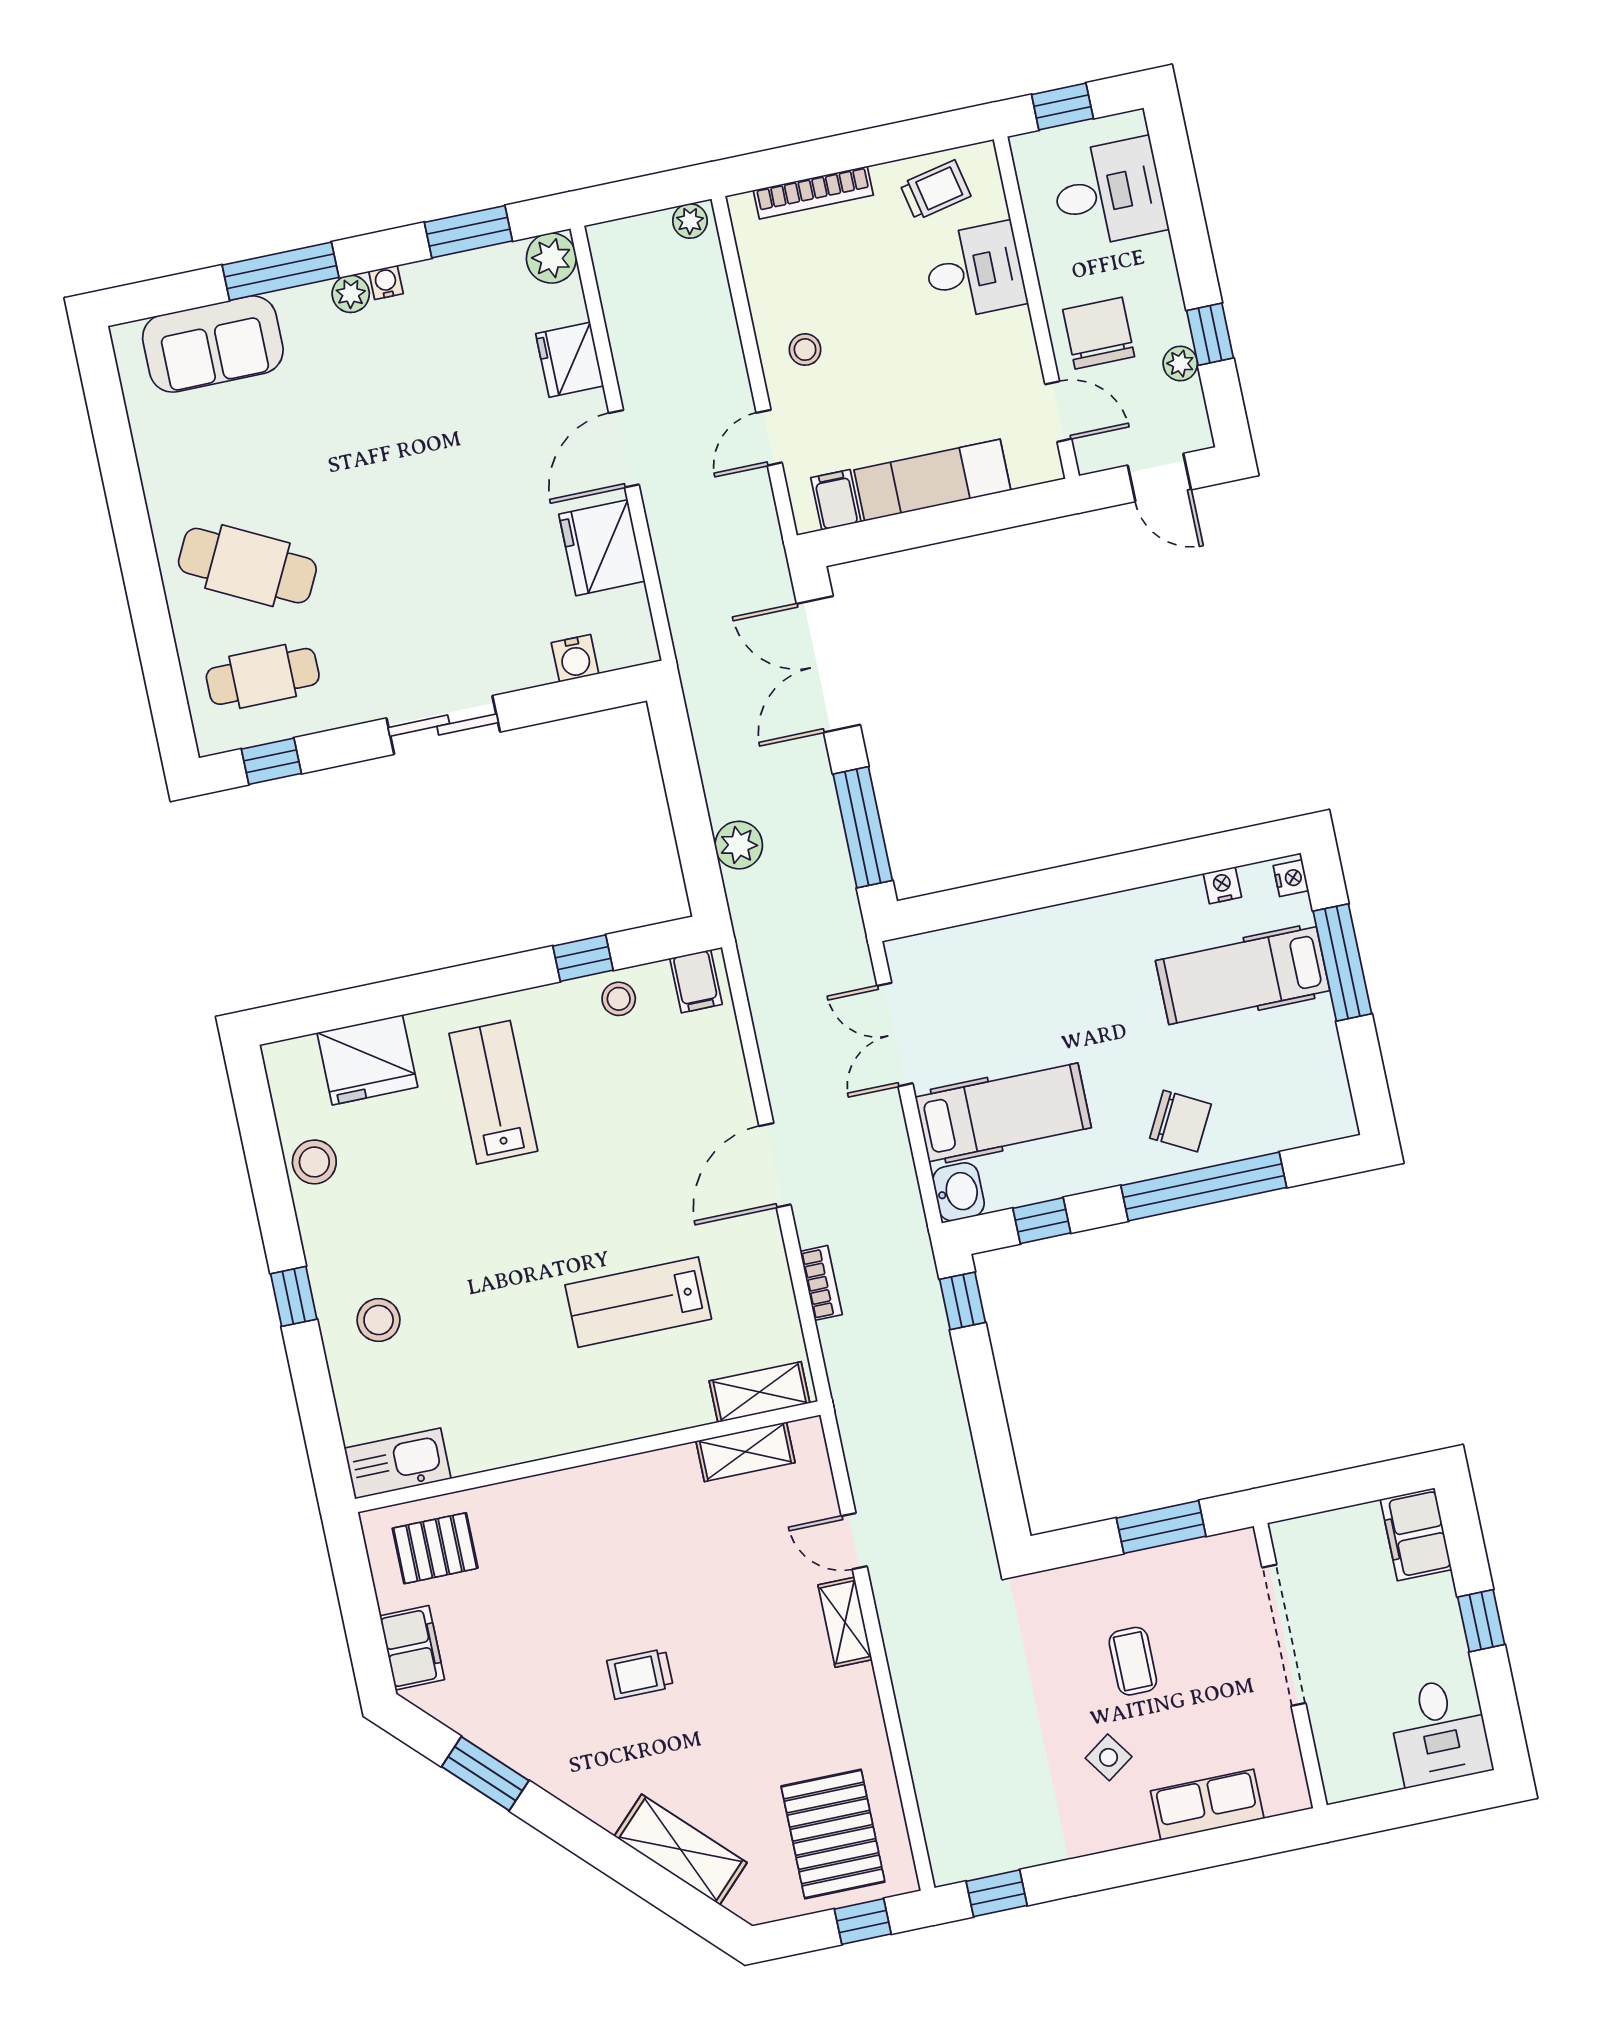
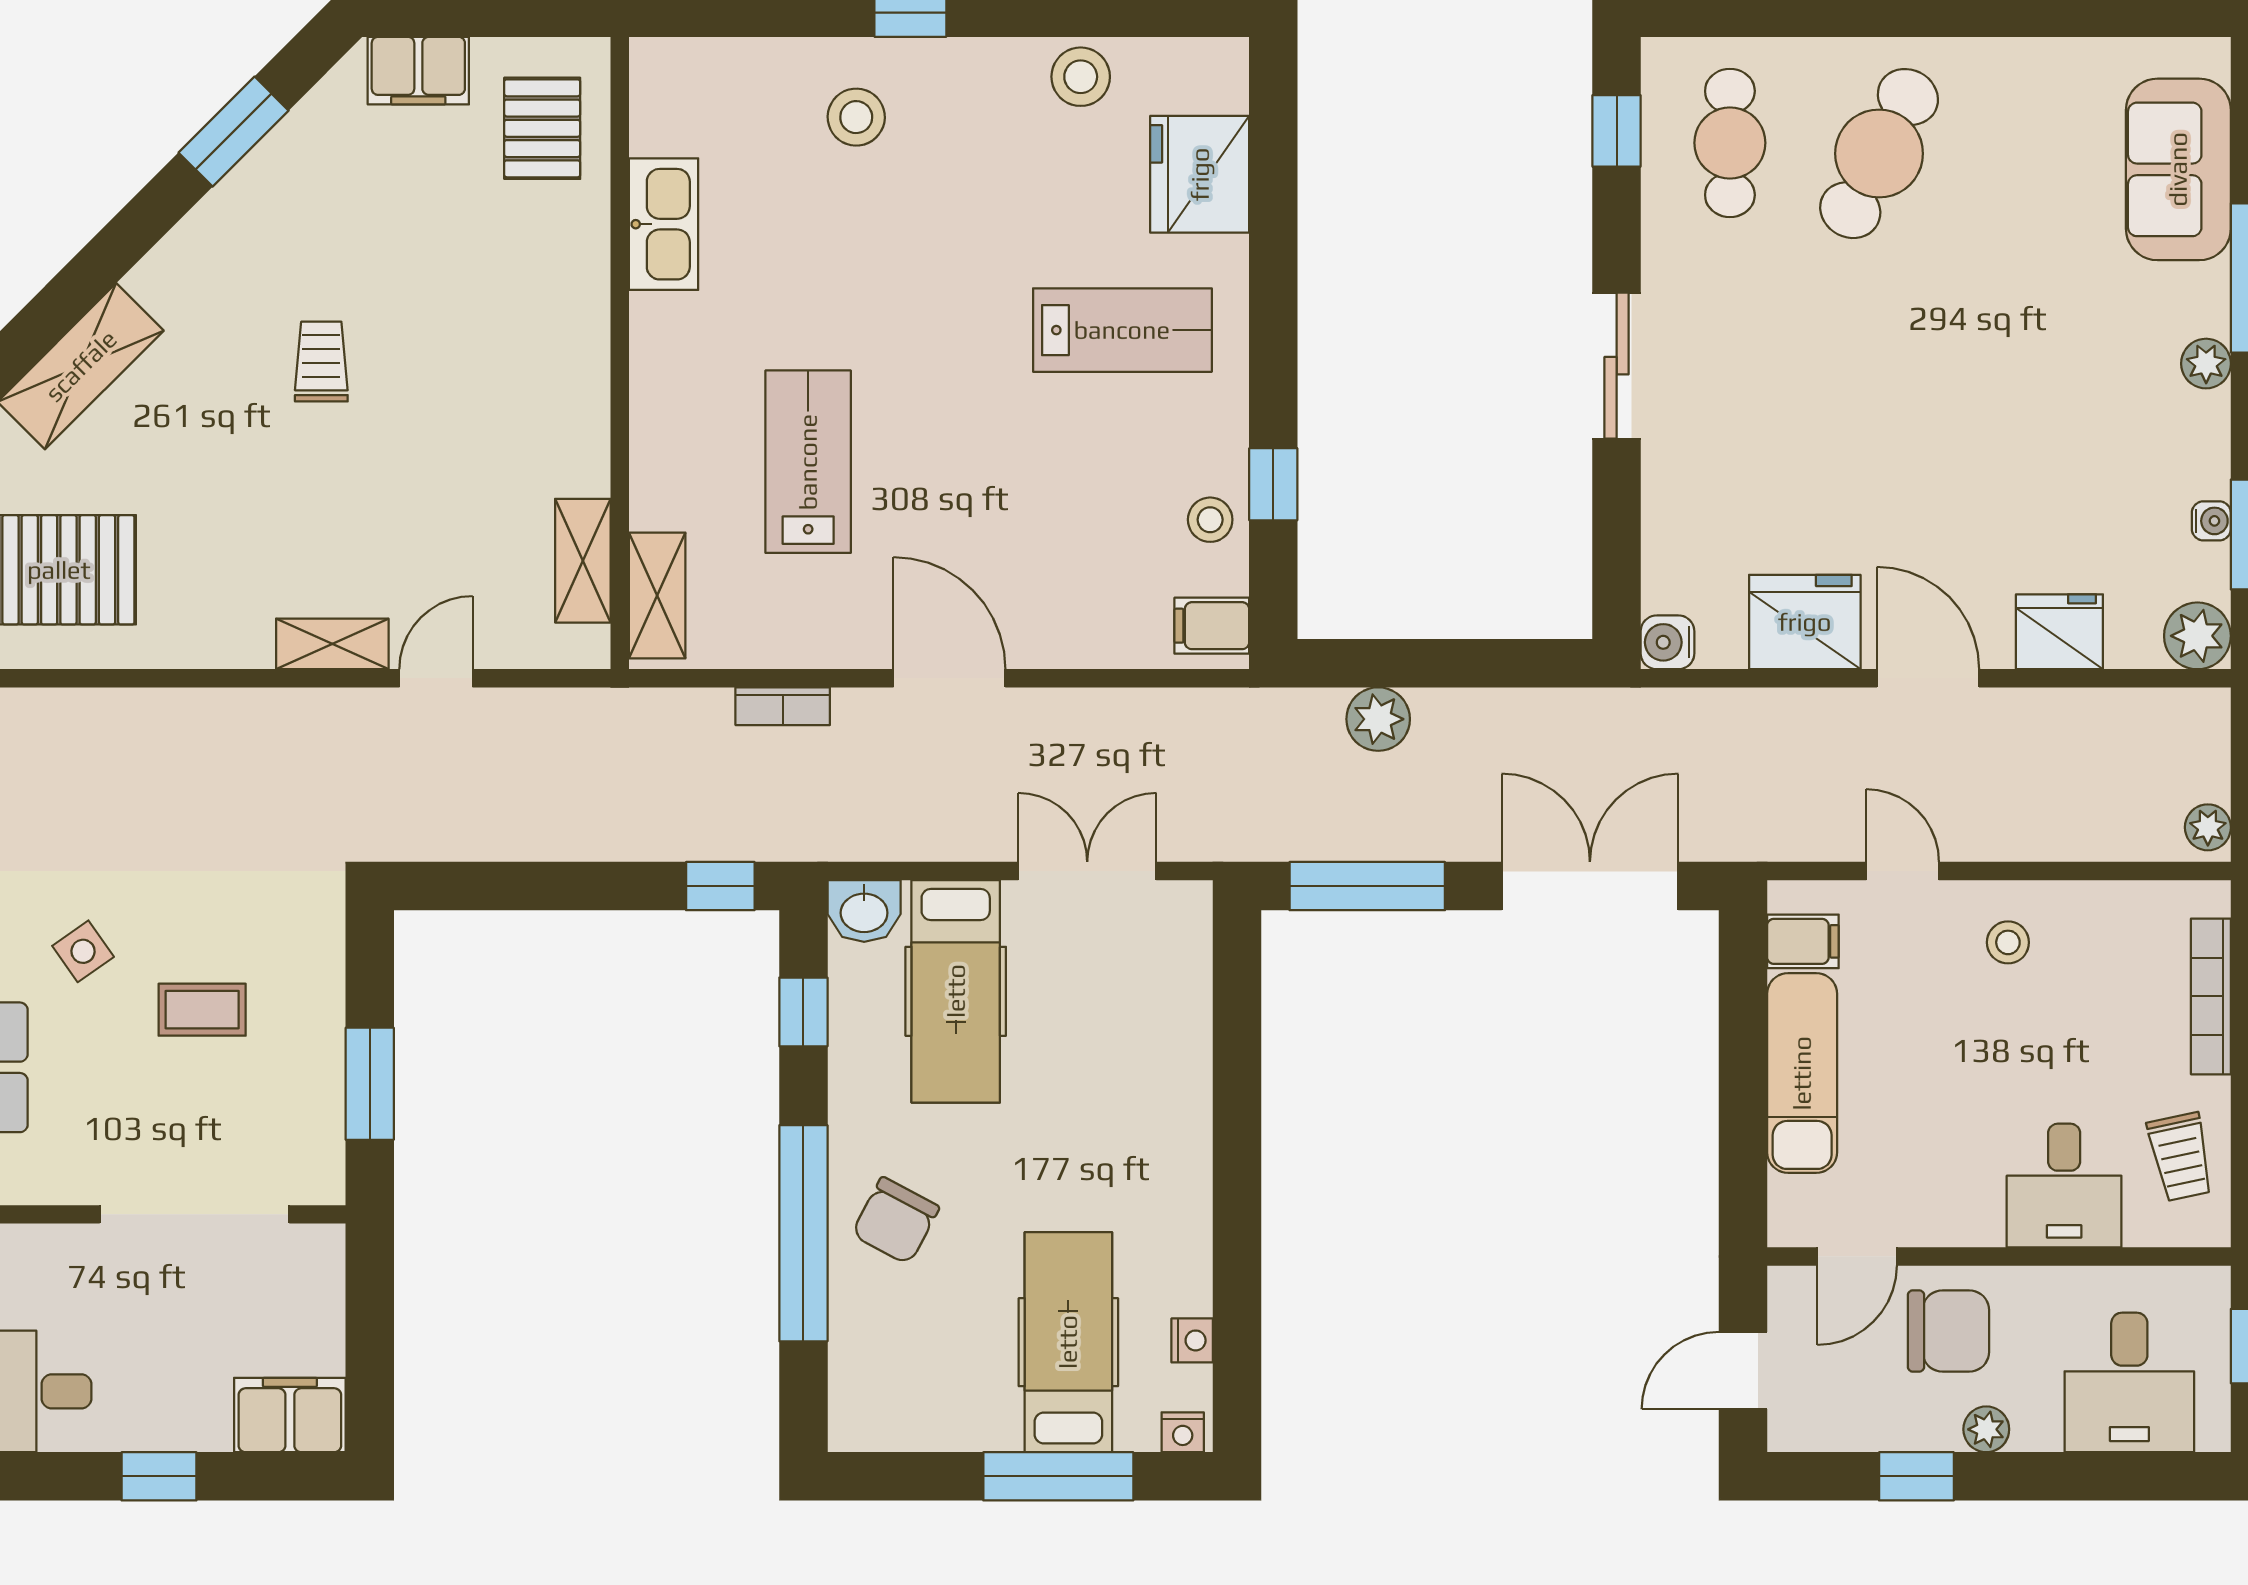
water cooler: (386, 282) -> (2211, 521), moved
plant: (1180, 364) -> (1986, 1429), moved
water cooler: (575, 658) -> (1668, 642), moved
kitchen sink: (398, 1463) -> (663, 224), moved

